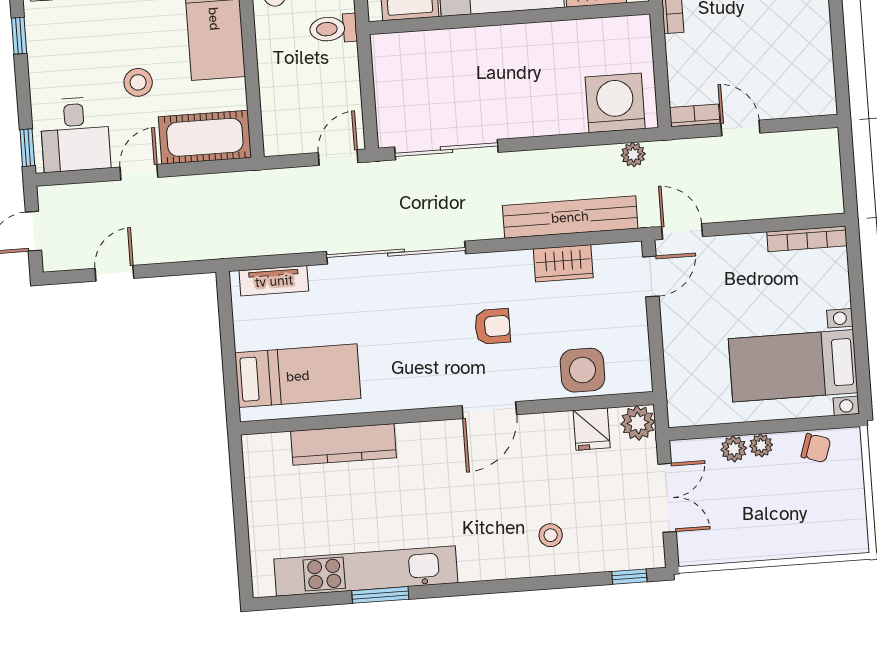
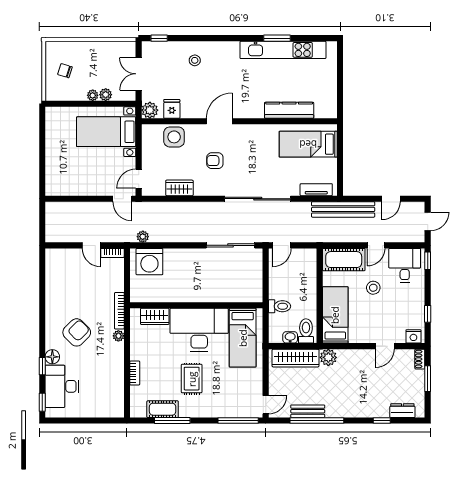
bench: (570, 217) -> (343, 209), moved
bookcase: (807, 239) -> (64, 191), removed
bed with nightstands: (793, 366) -> (106, 132), moved, turned 180
chair: (816, 448) -> (65, 71), moved

